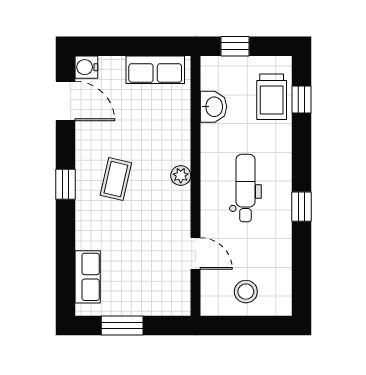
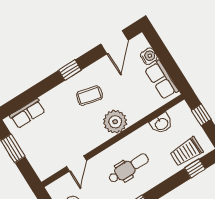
water cooler: (86, 67) -> (149, 56), moved, turned 90
plant: (181, 176) -> (115, 122), width x1.88, depth x1.88

